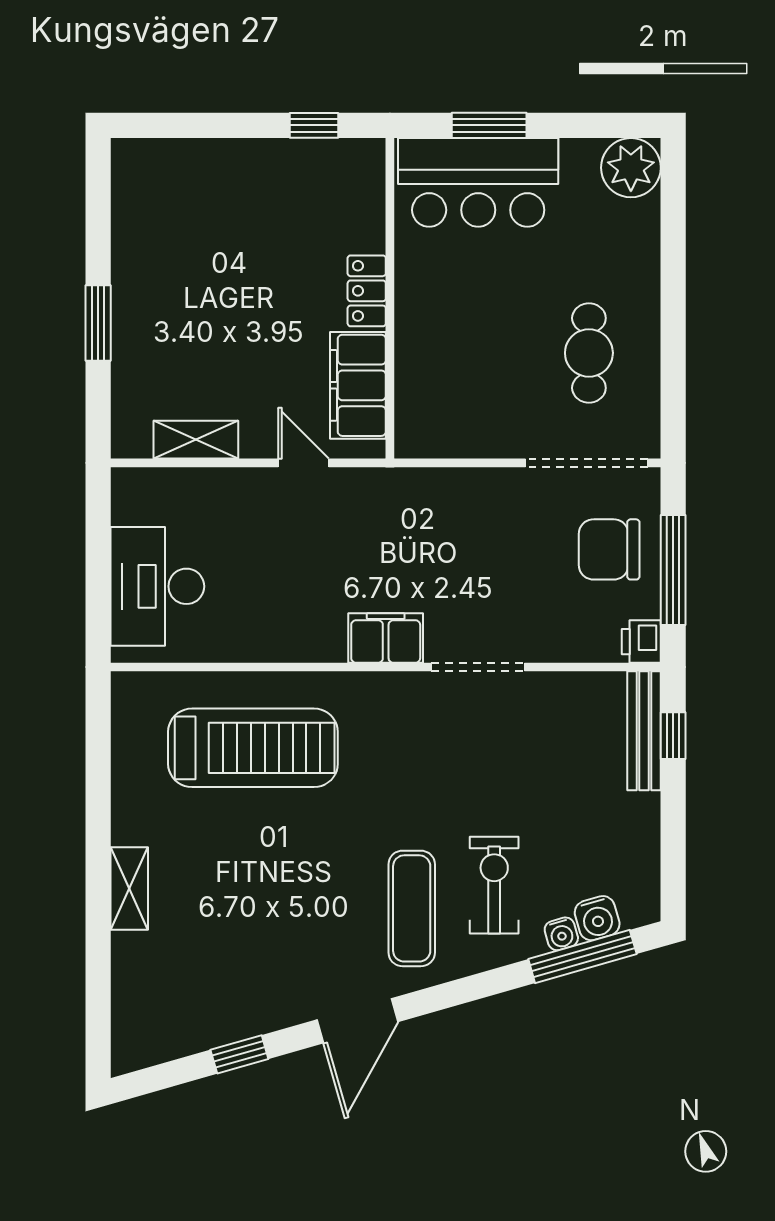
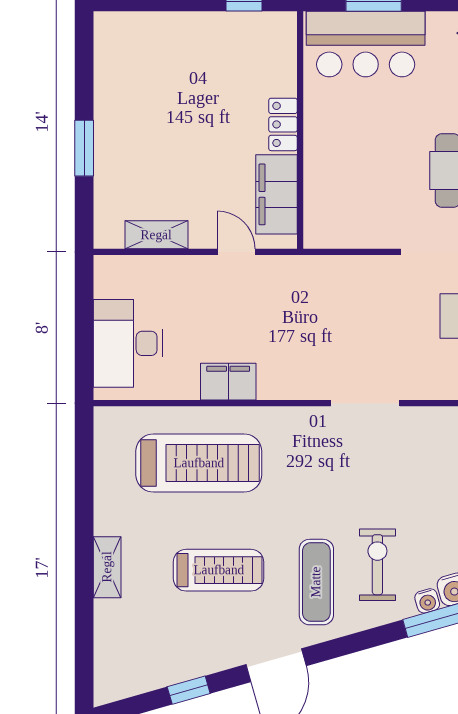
filing cabinet: (386, 638) -> (228, 382), moved
treadmill: (280, 892) -> (219, 570), added

